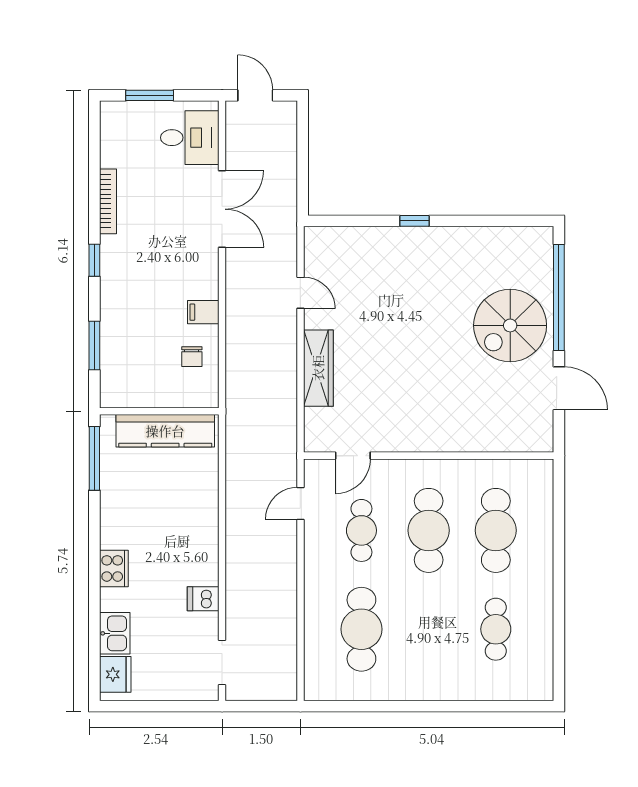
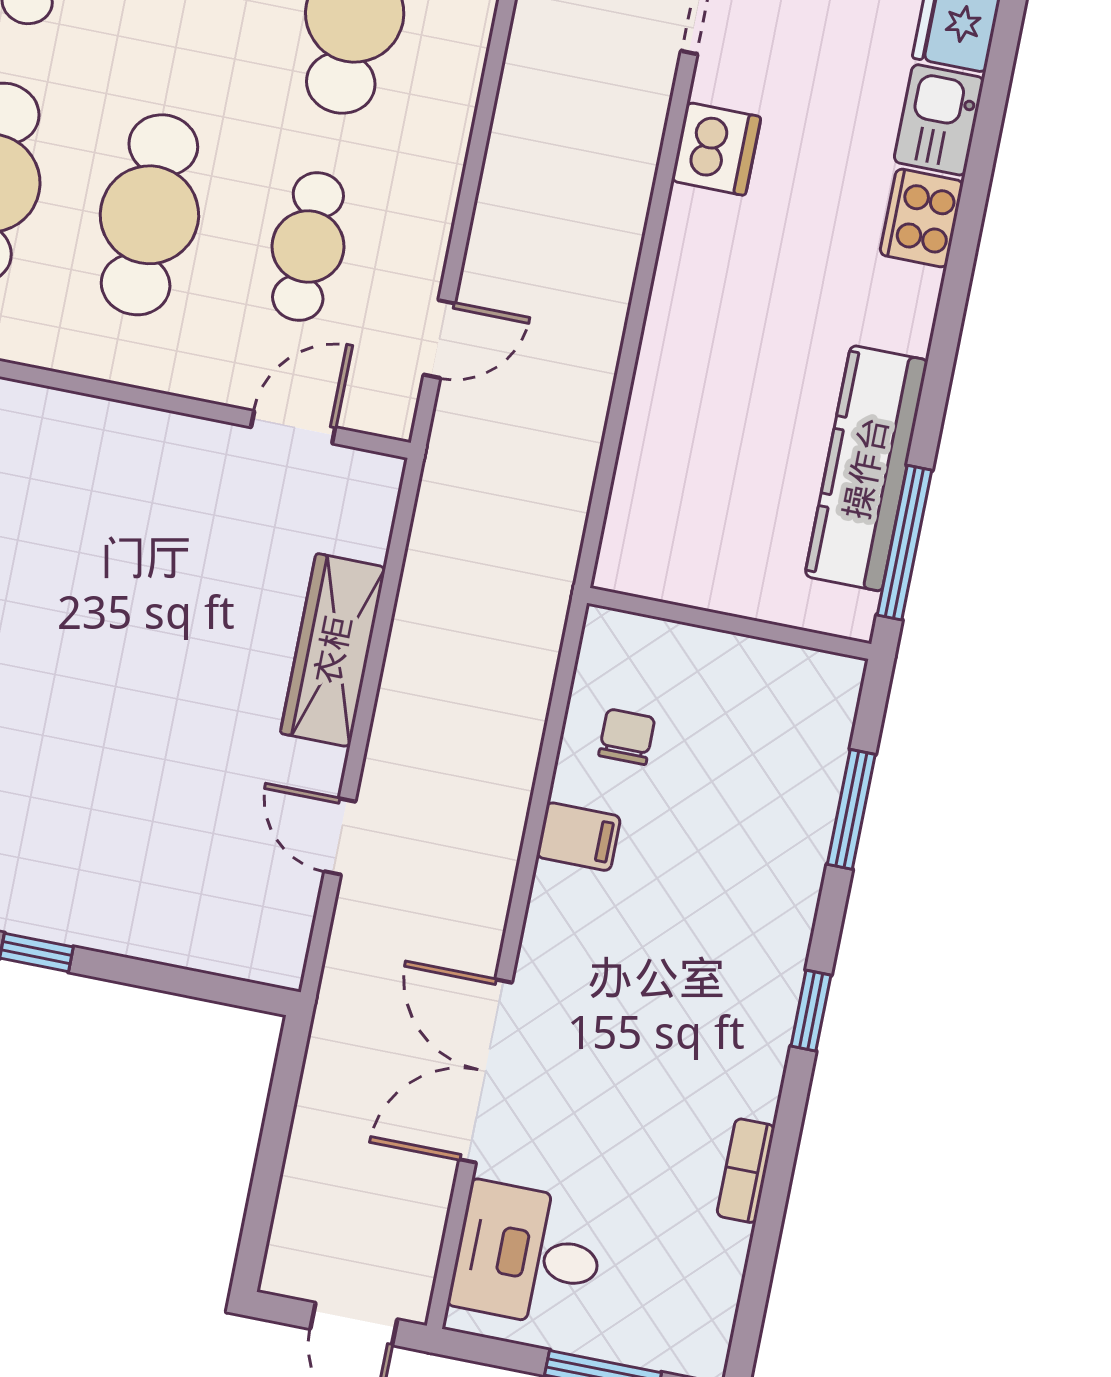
bookcase: (108, 201) -> (746, 1171), width x0.64
kitchen counter: (165, 431) -> (866, 468), moved, turned -90
cooker: (114, 568) -> (922, 218), moved
dishwasher: (203, 599) -> (716, 149), width x1.38

